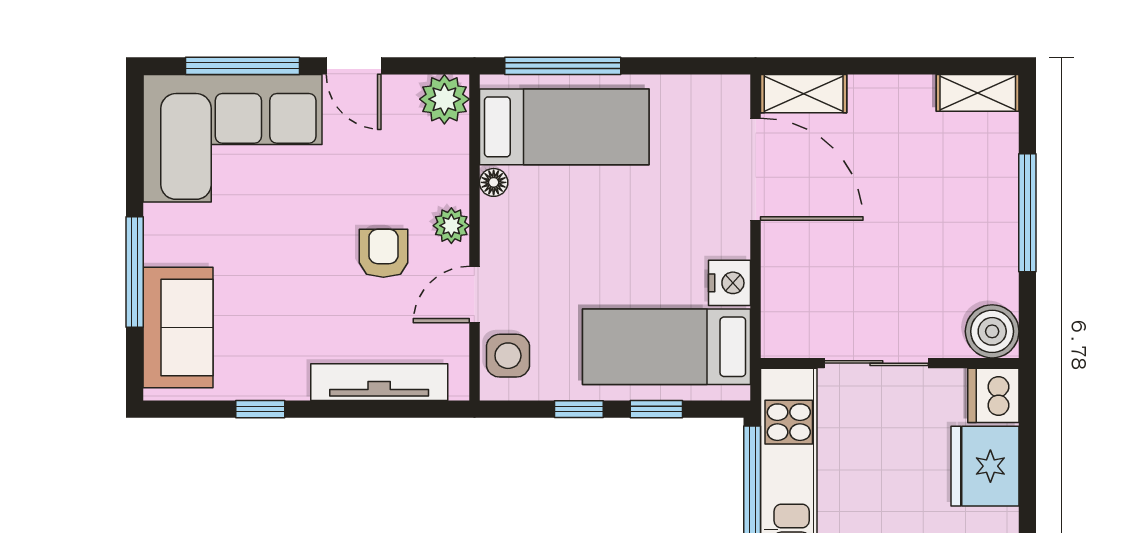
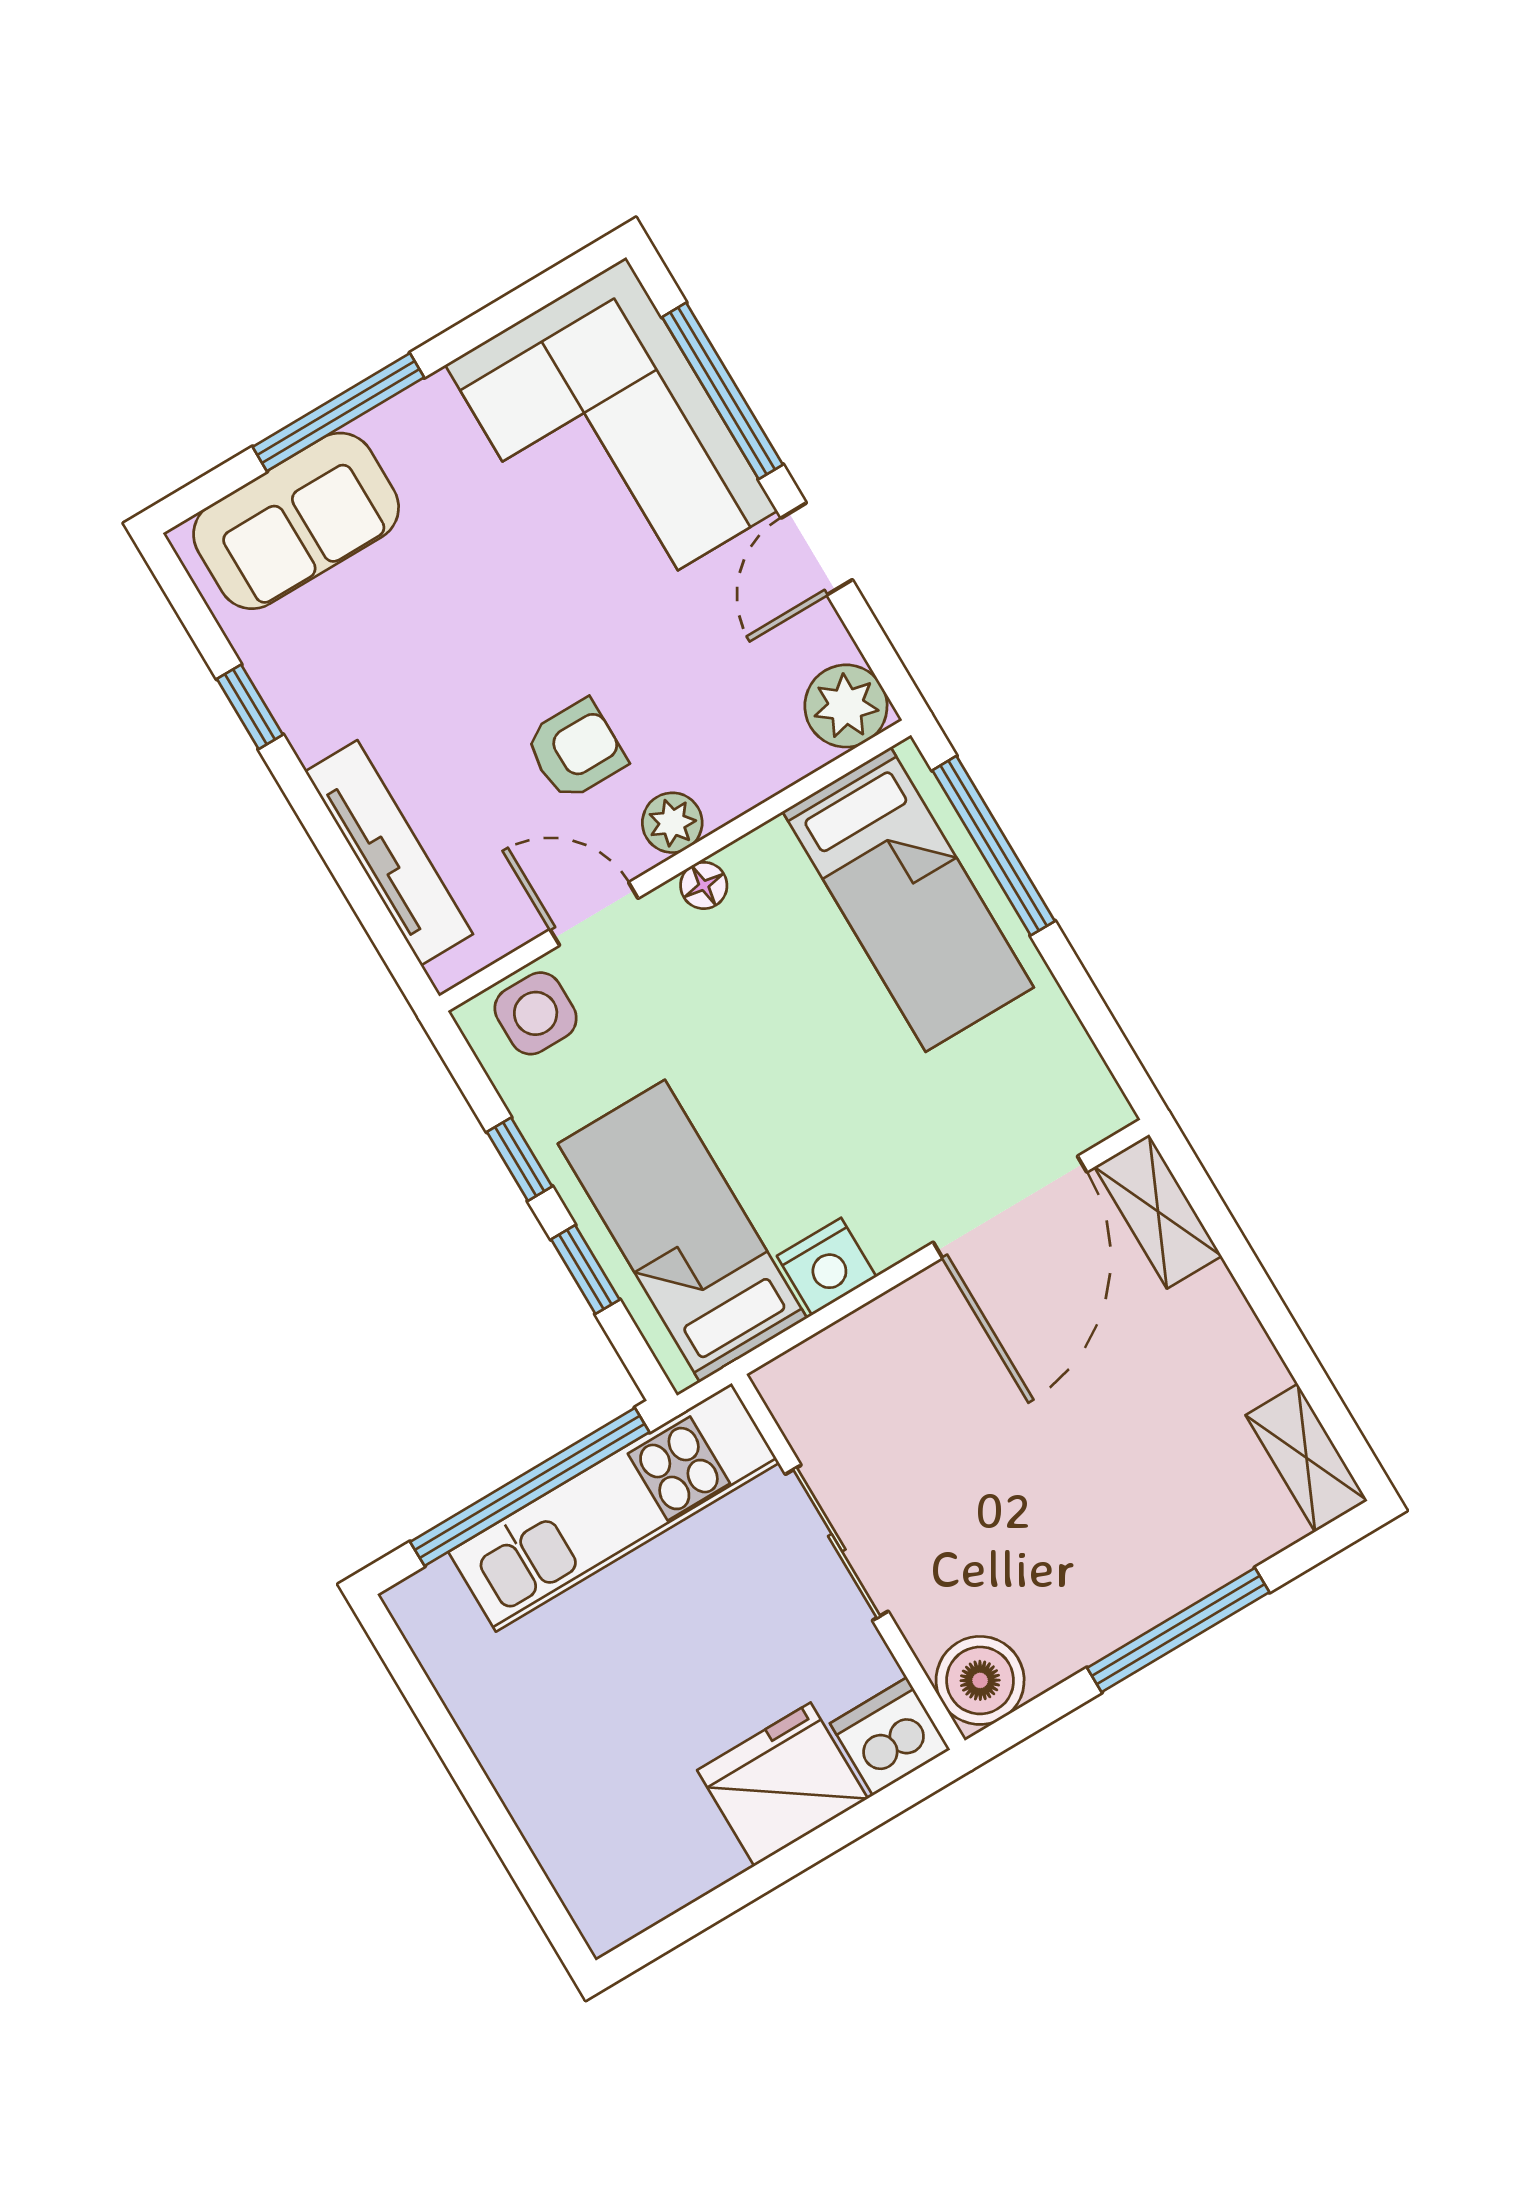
floor lamp: (494, 182) -> (704, 885), moved

